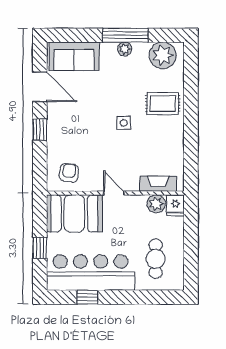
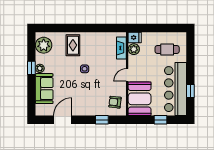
window: (125, 35) -> (31, 68), width x0.46
sofa: (74, 56) -> (44, 89), moved
window: (40, 130) -> (102, 120), moved

